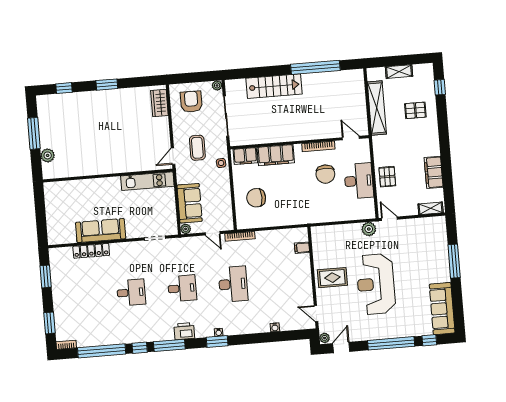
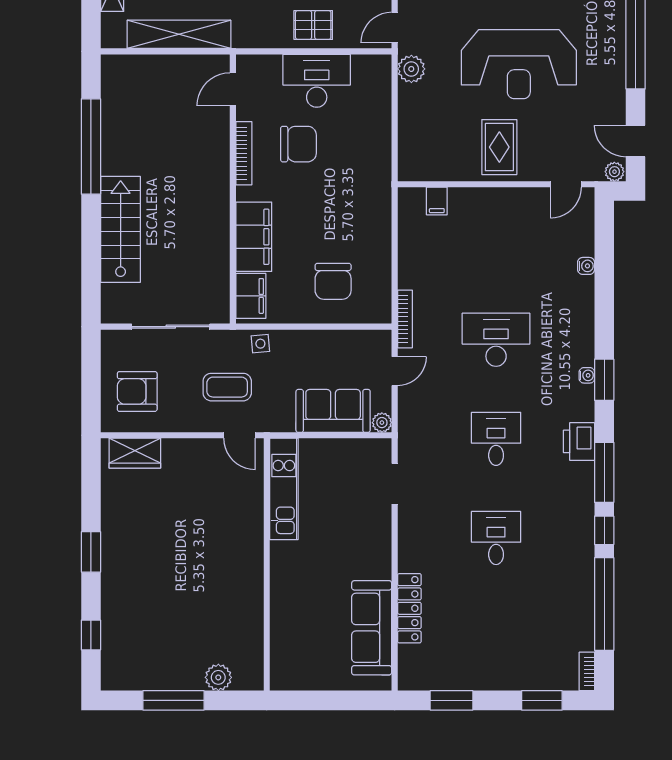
plant: (217, 85) -> (110, 339), removed
sofa: (101, 231) -> (372, 628), moved

